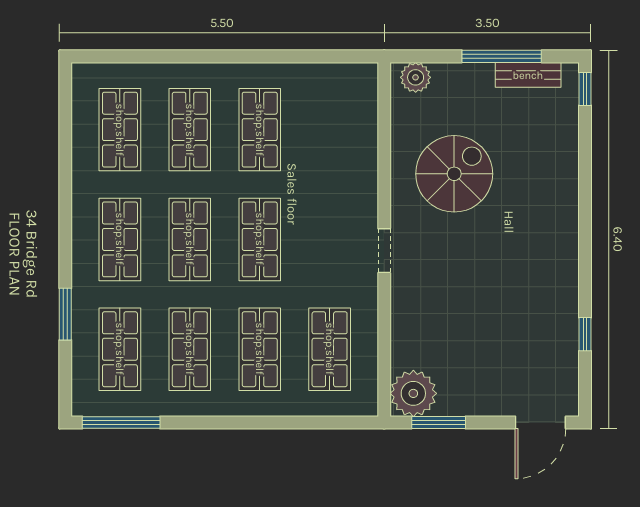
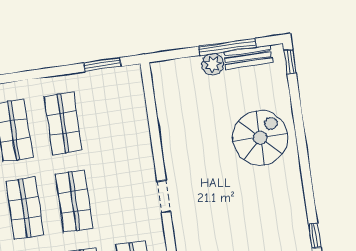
window: (325, 56) -> (102, 65), added
plant: (416, 77) -> (213, 64), moved
spiral stairs: (454, 174) -> (260, 138), moved

